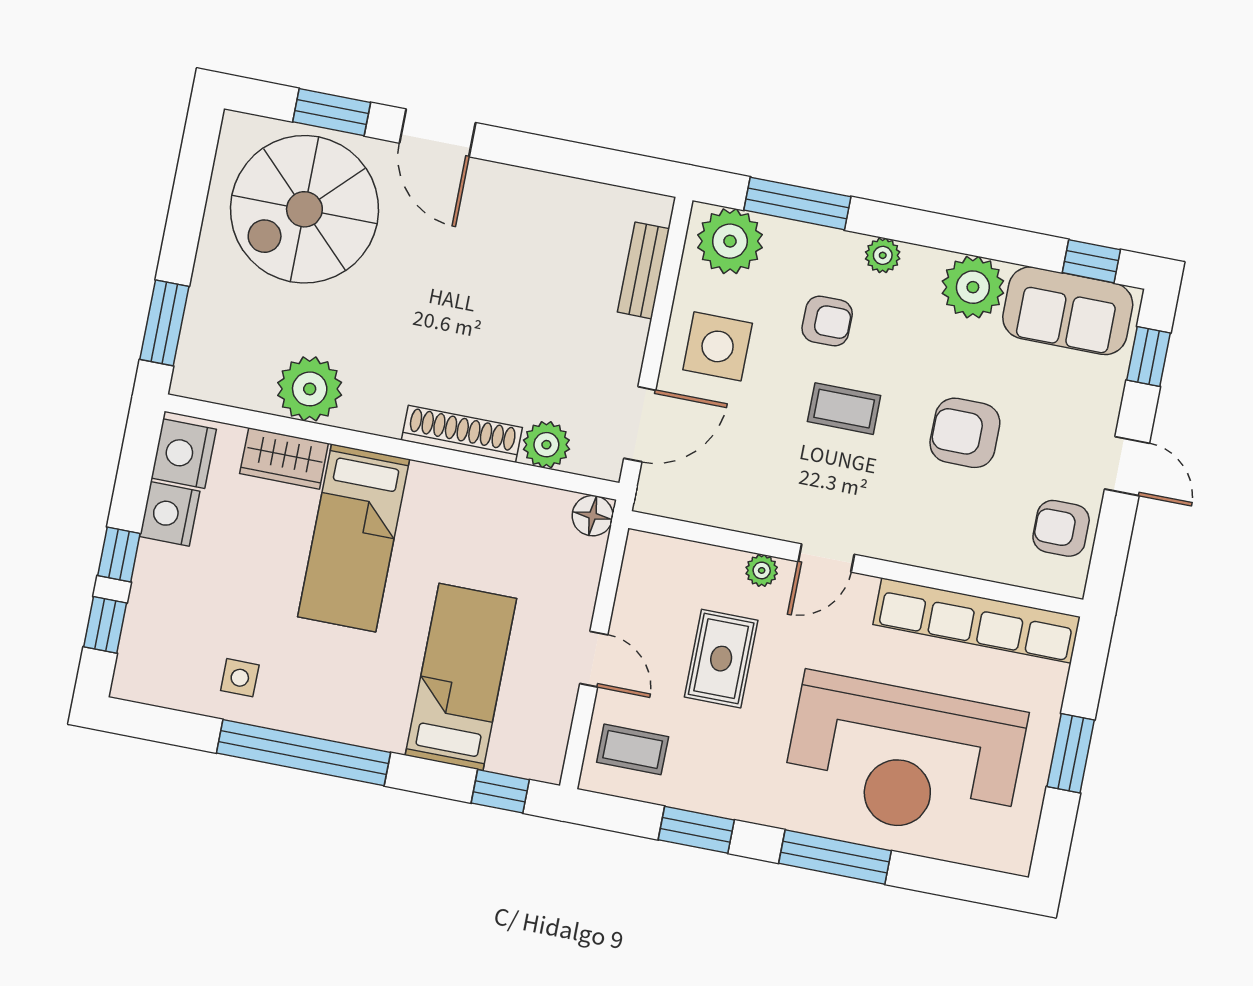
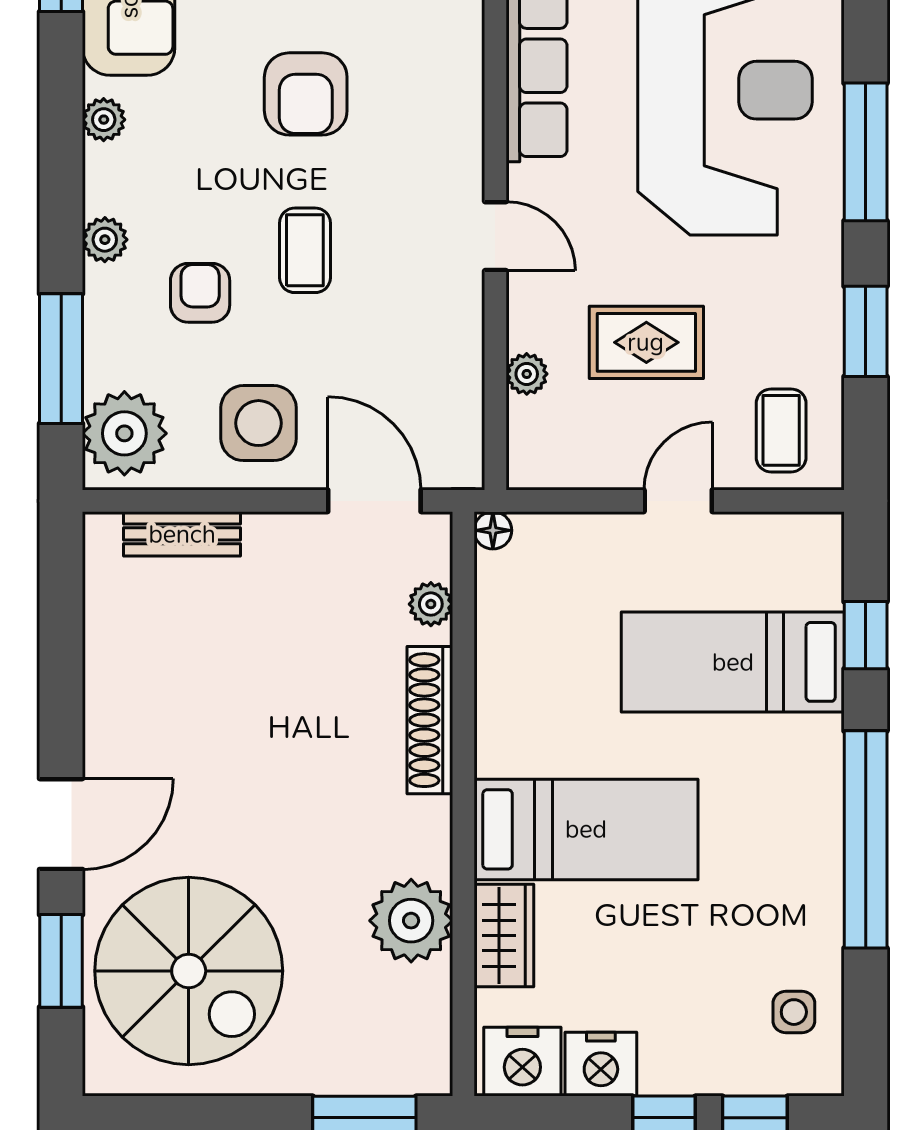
plant: (973, 287) -> (104, 120), width x0.53, depth x0.53
plant: (546, 445) -> (431, 604), width x0.73, depth x0.73
floor lamp: (593, 516) -> (493, 530), width x0.73, depth x0.73
plant: (762, 570) -> (527, 374), moved
side table: (240, 678) -> (794, 1012), moved
window: (500, 791) -> (866, 635), moved

